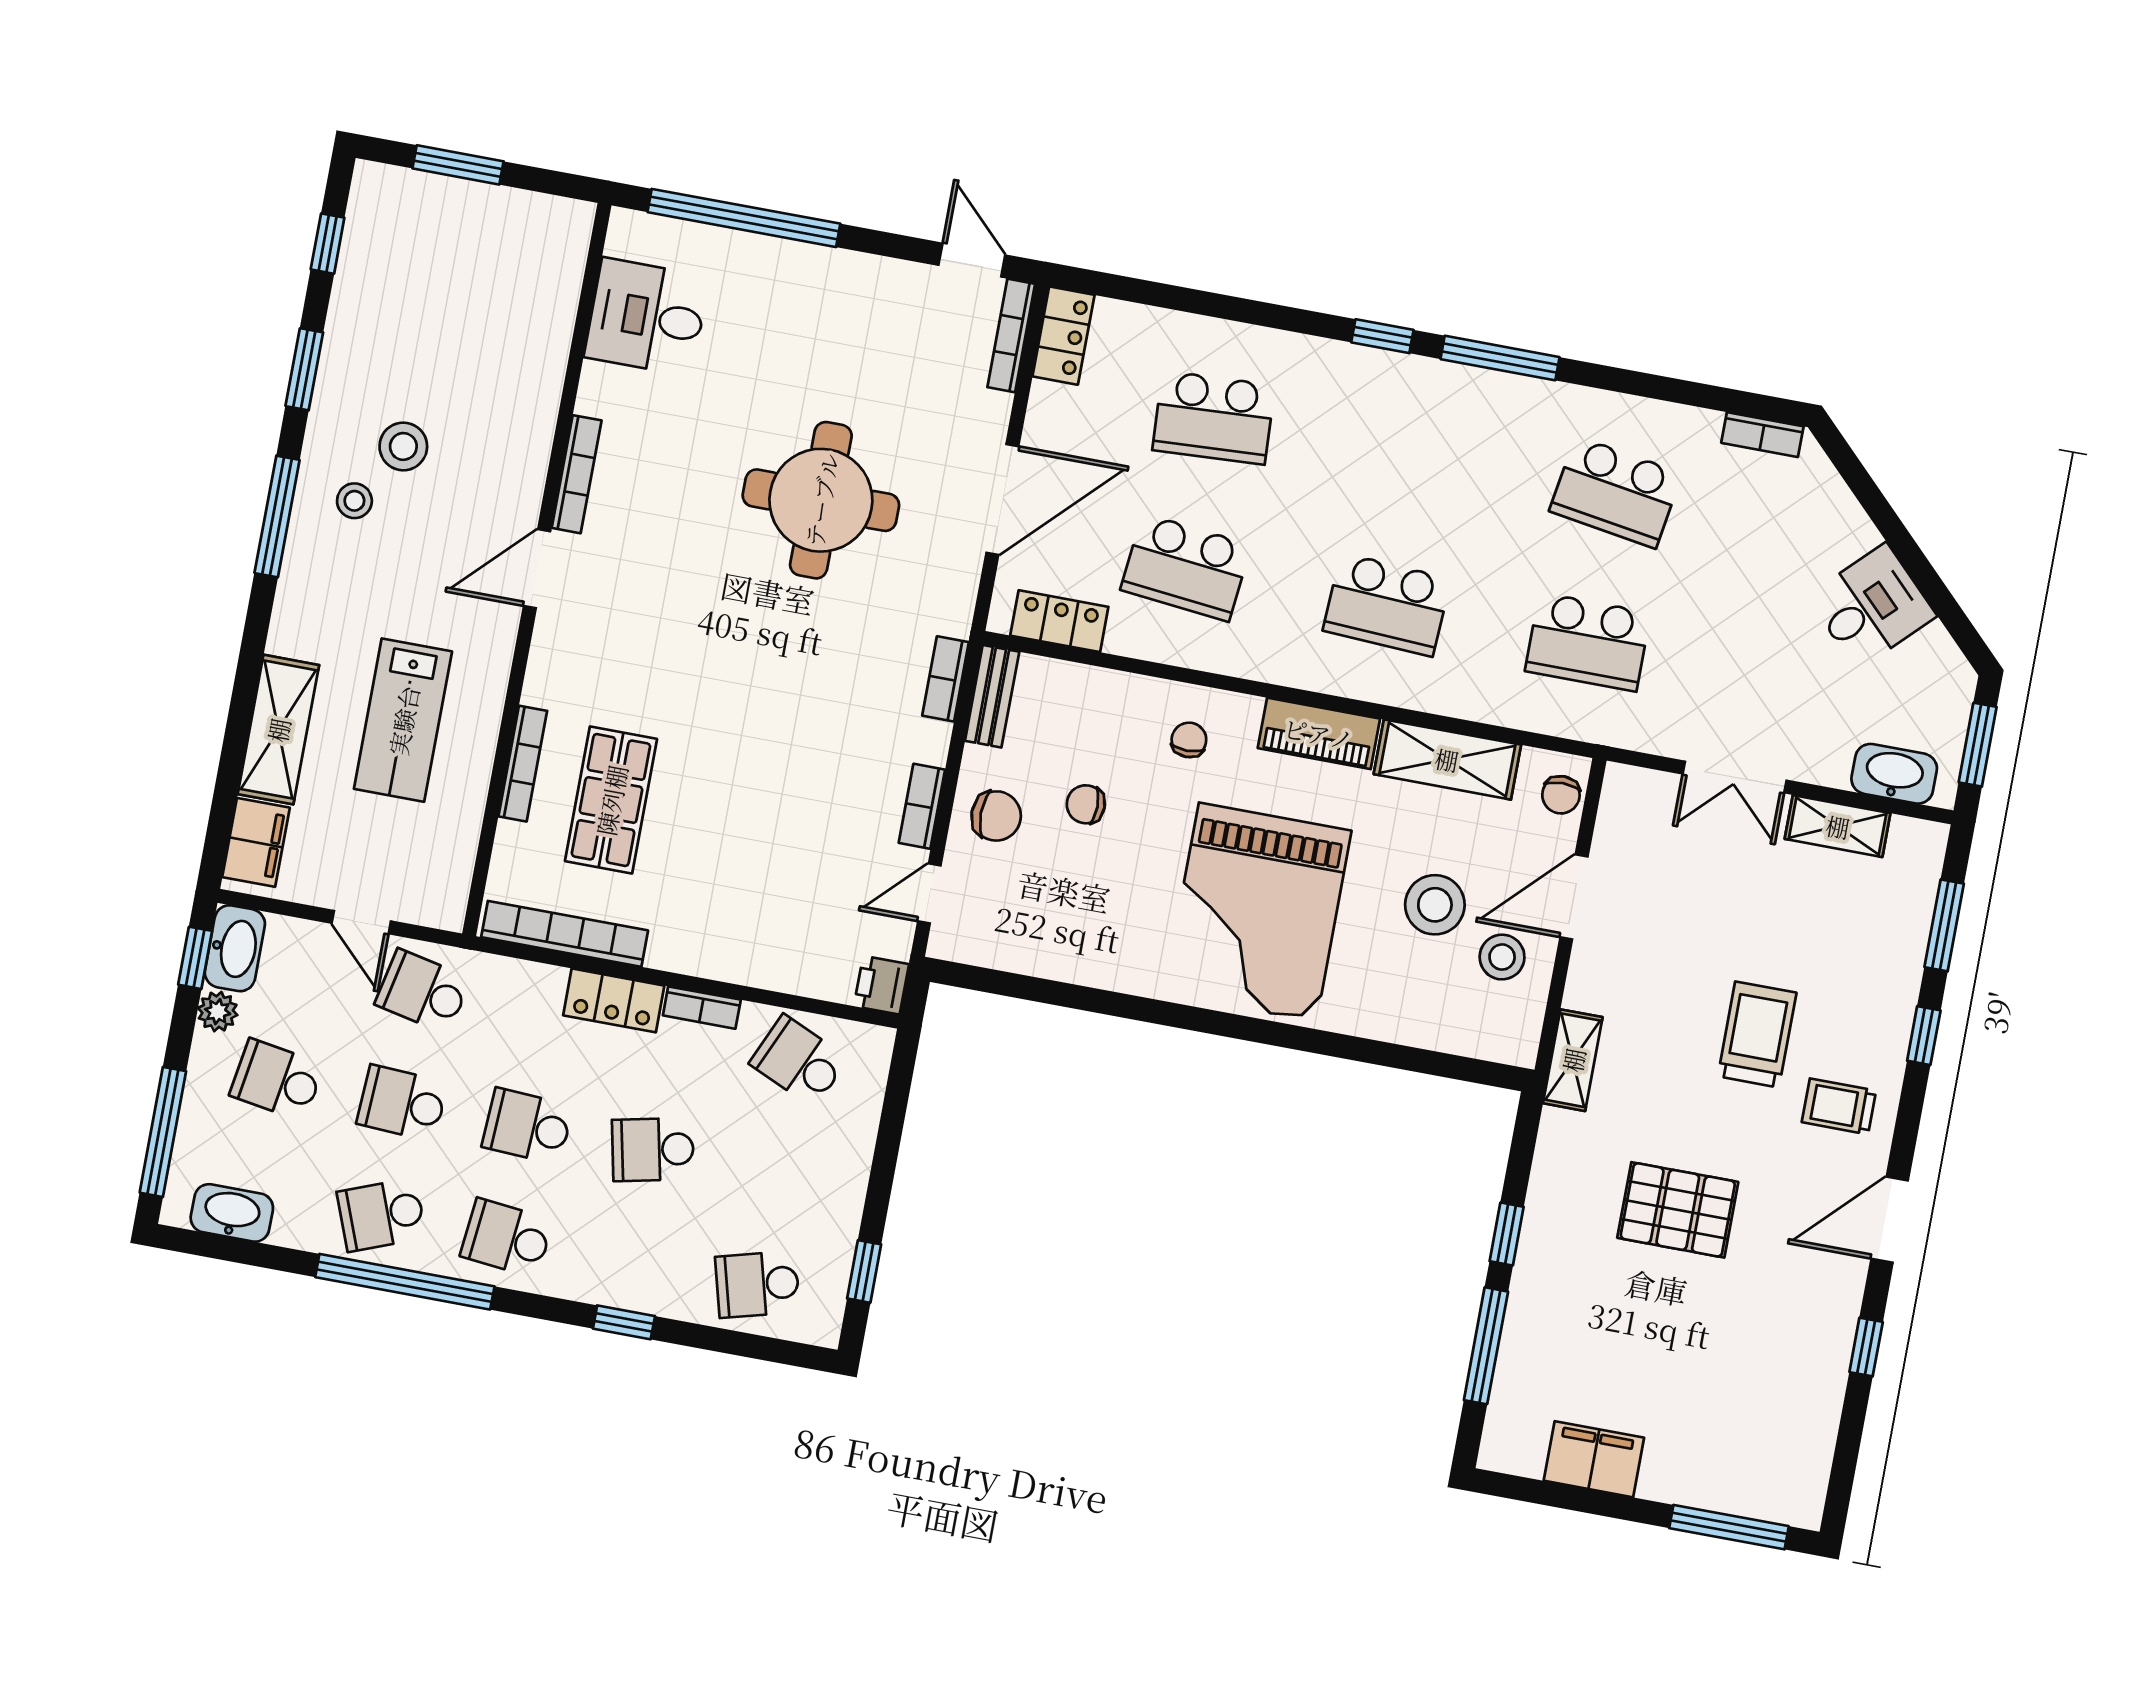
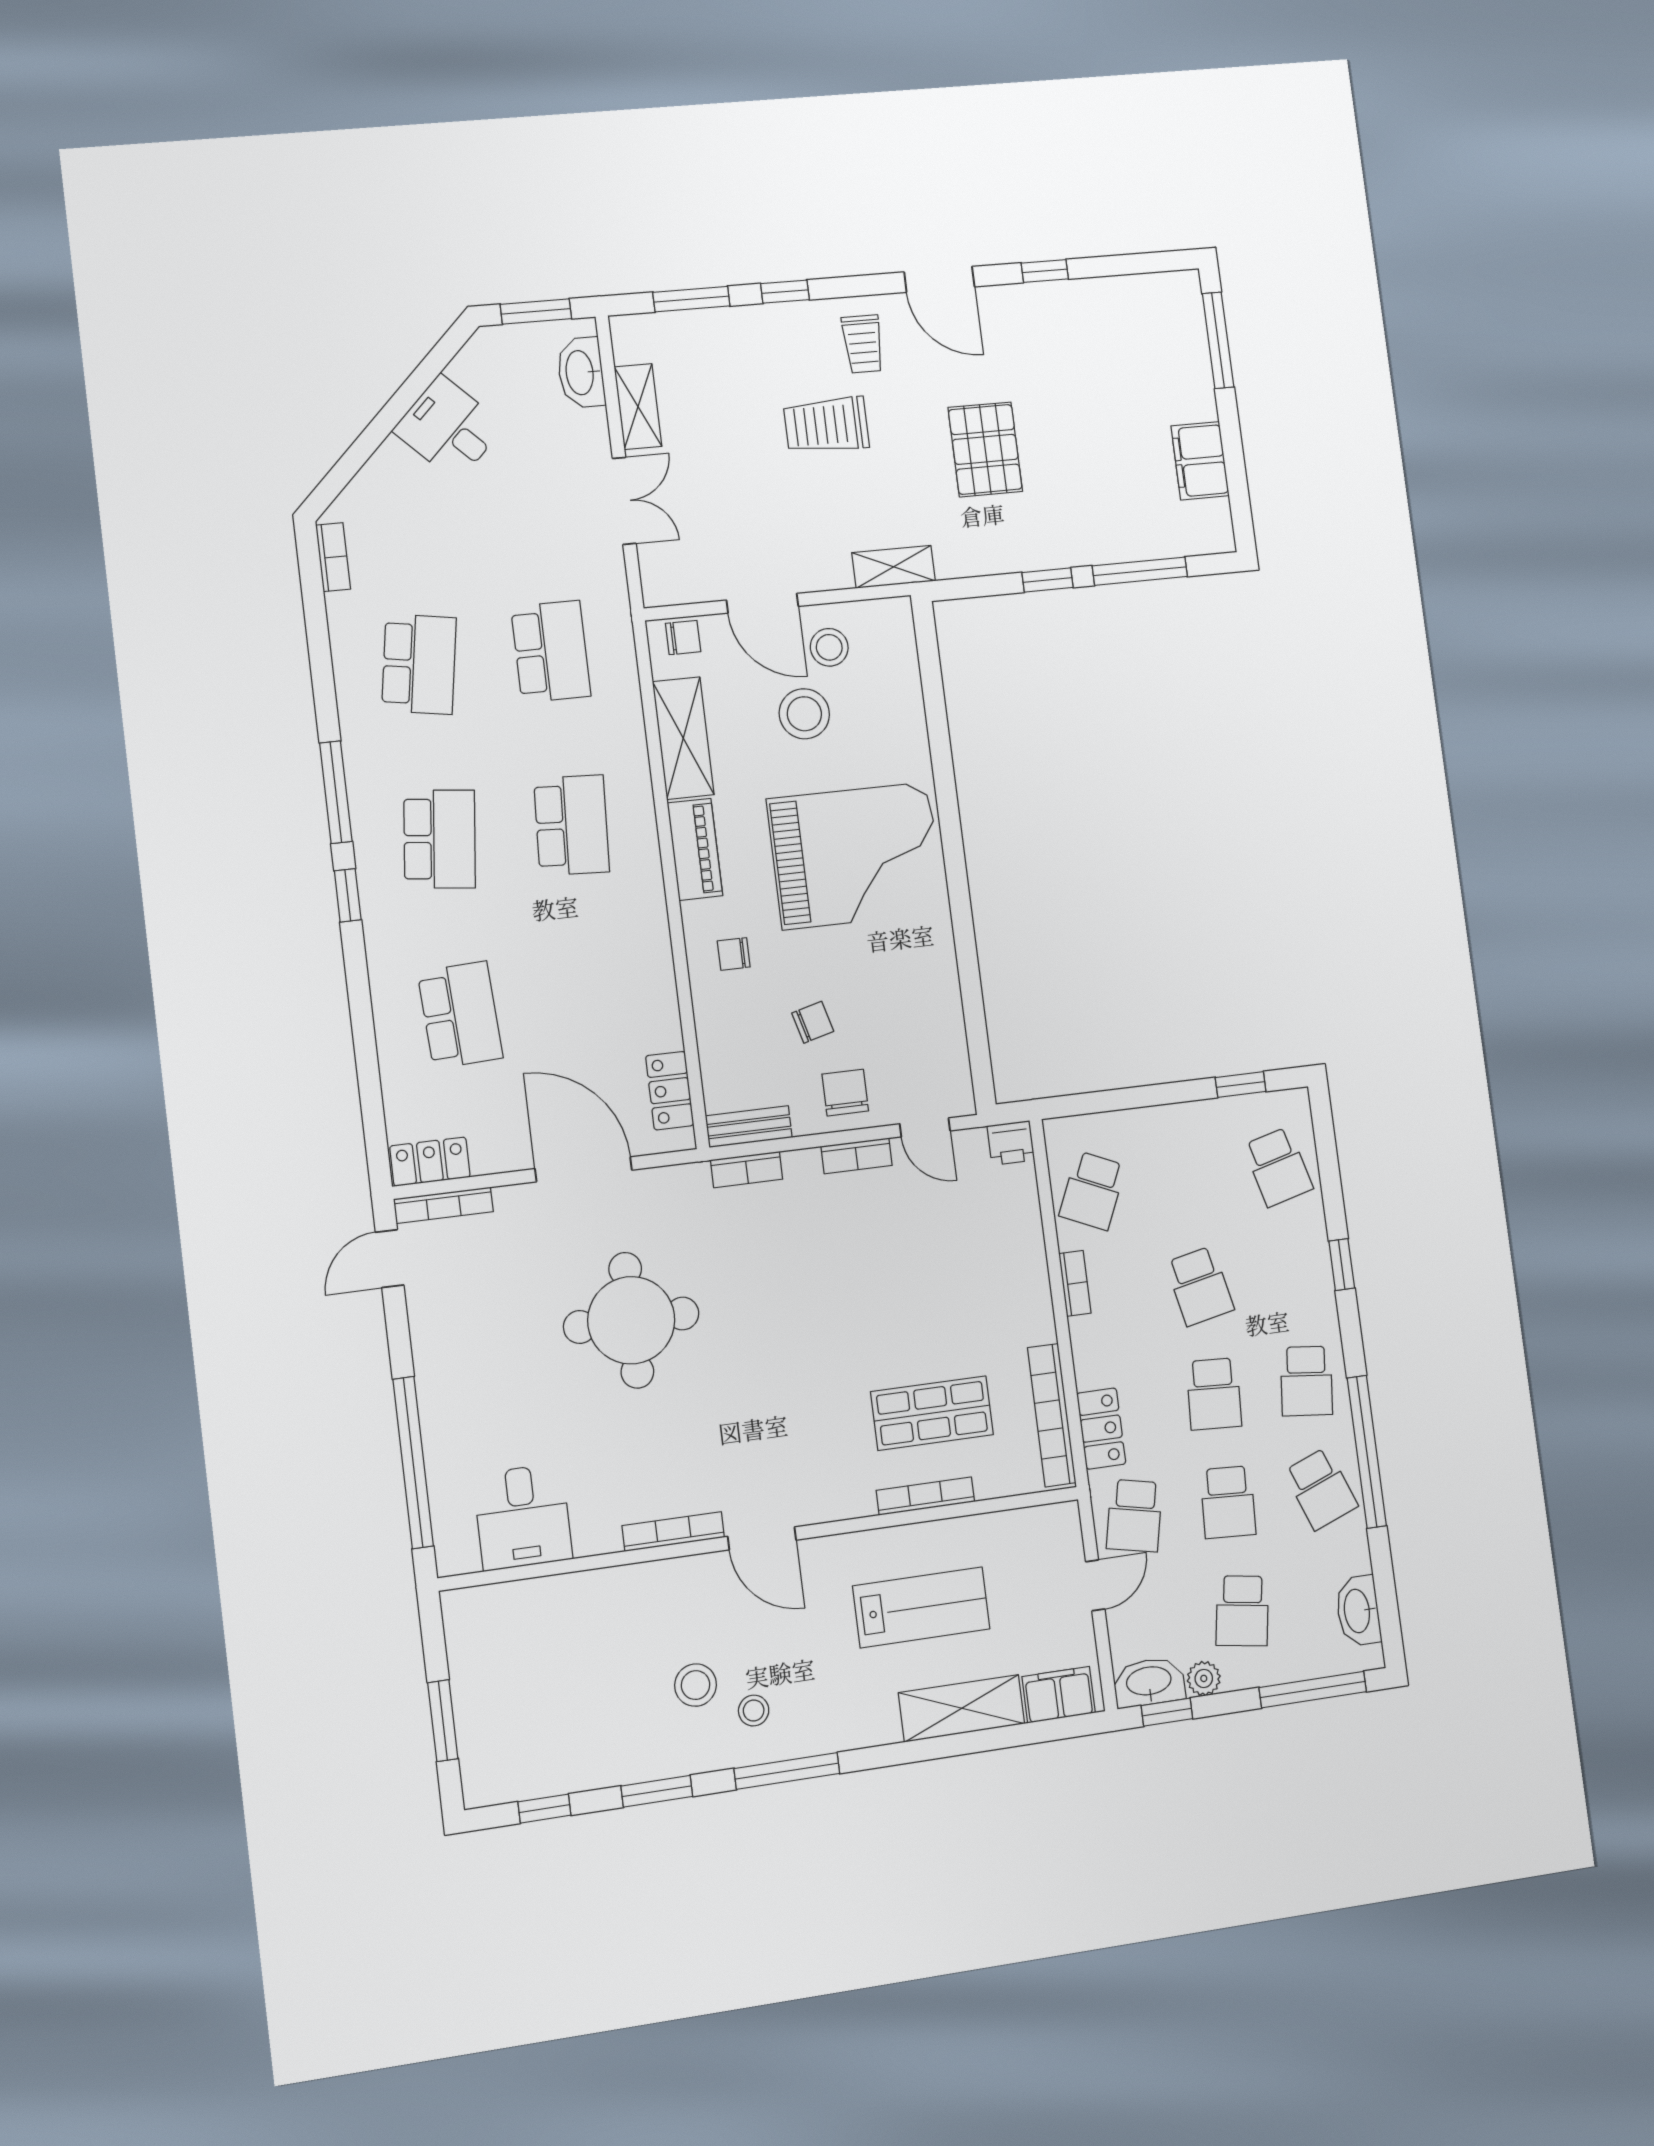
school desk: (1186, 567) -> (440, 839), moved
chair: (1086, 804) -> (813, 1022), turned -105
locker: (614, 1000) -> (1101, 1429), moved

